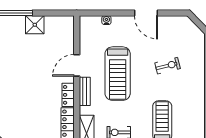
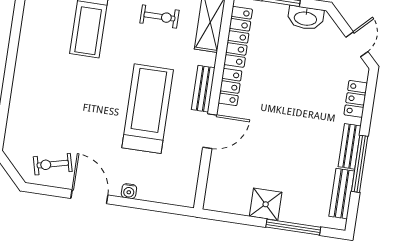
water cooler: (106, 20) -> (129, 191), moved
exercise bike: (168, 66) -> (53, 164), moved

